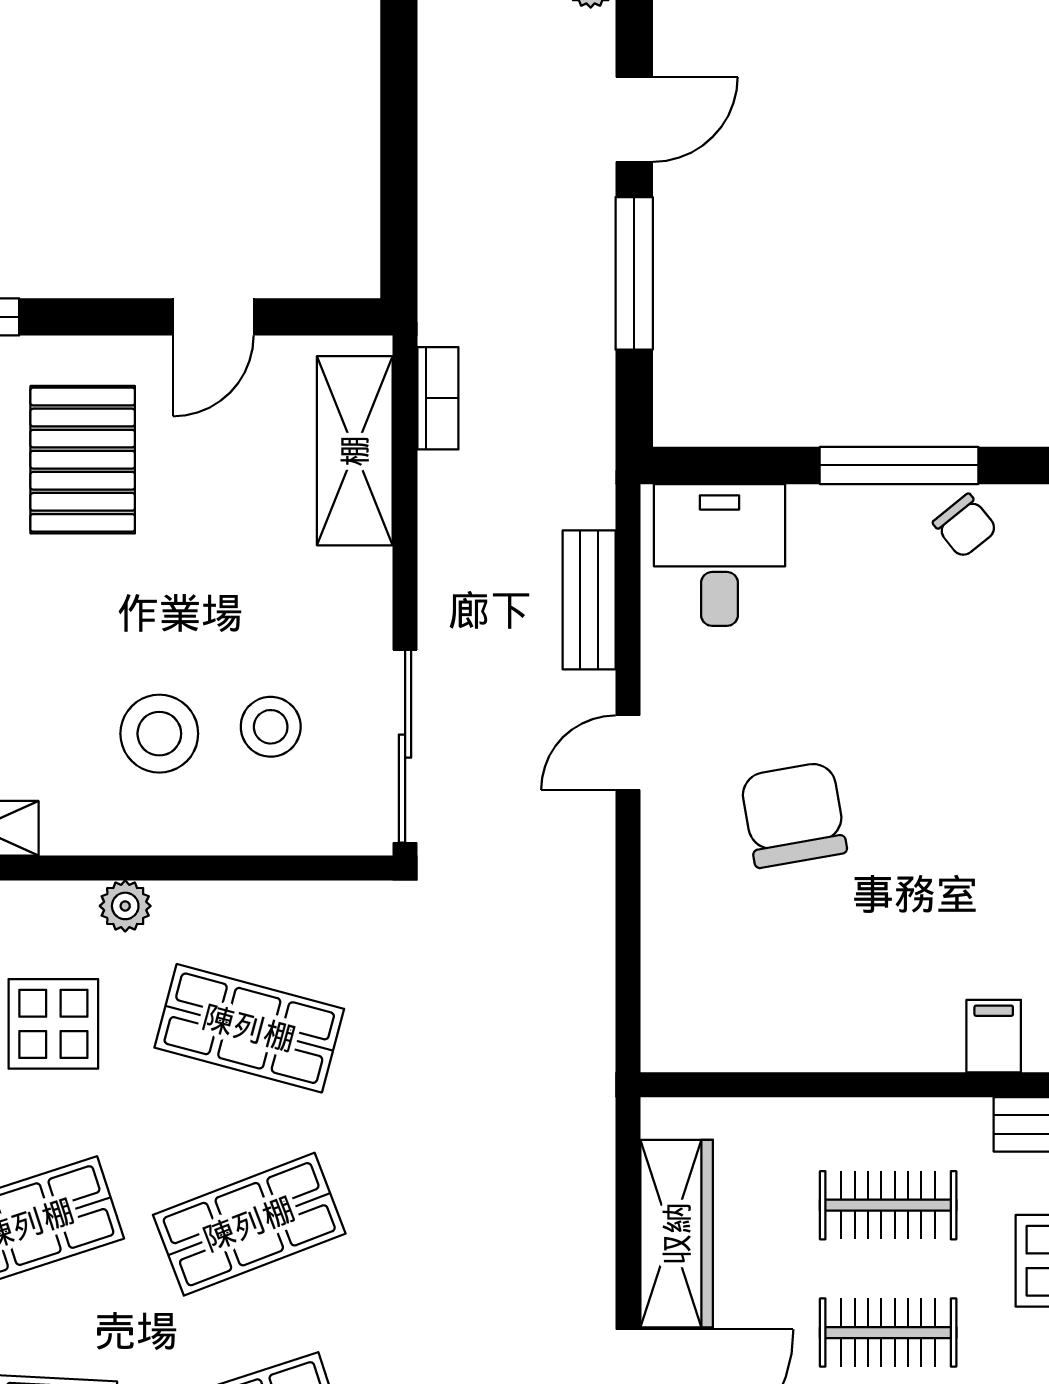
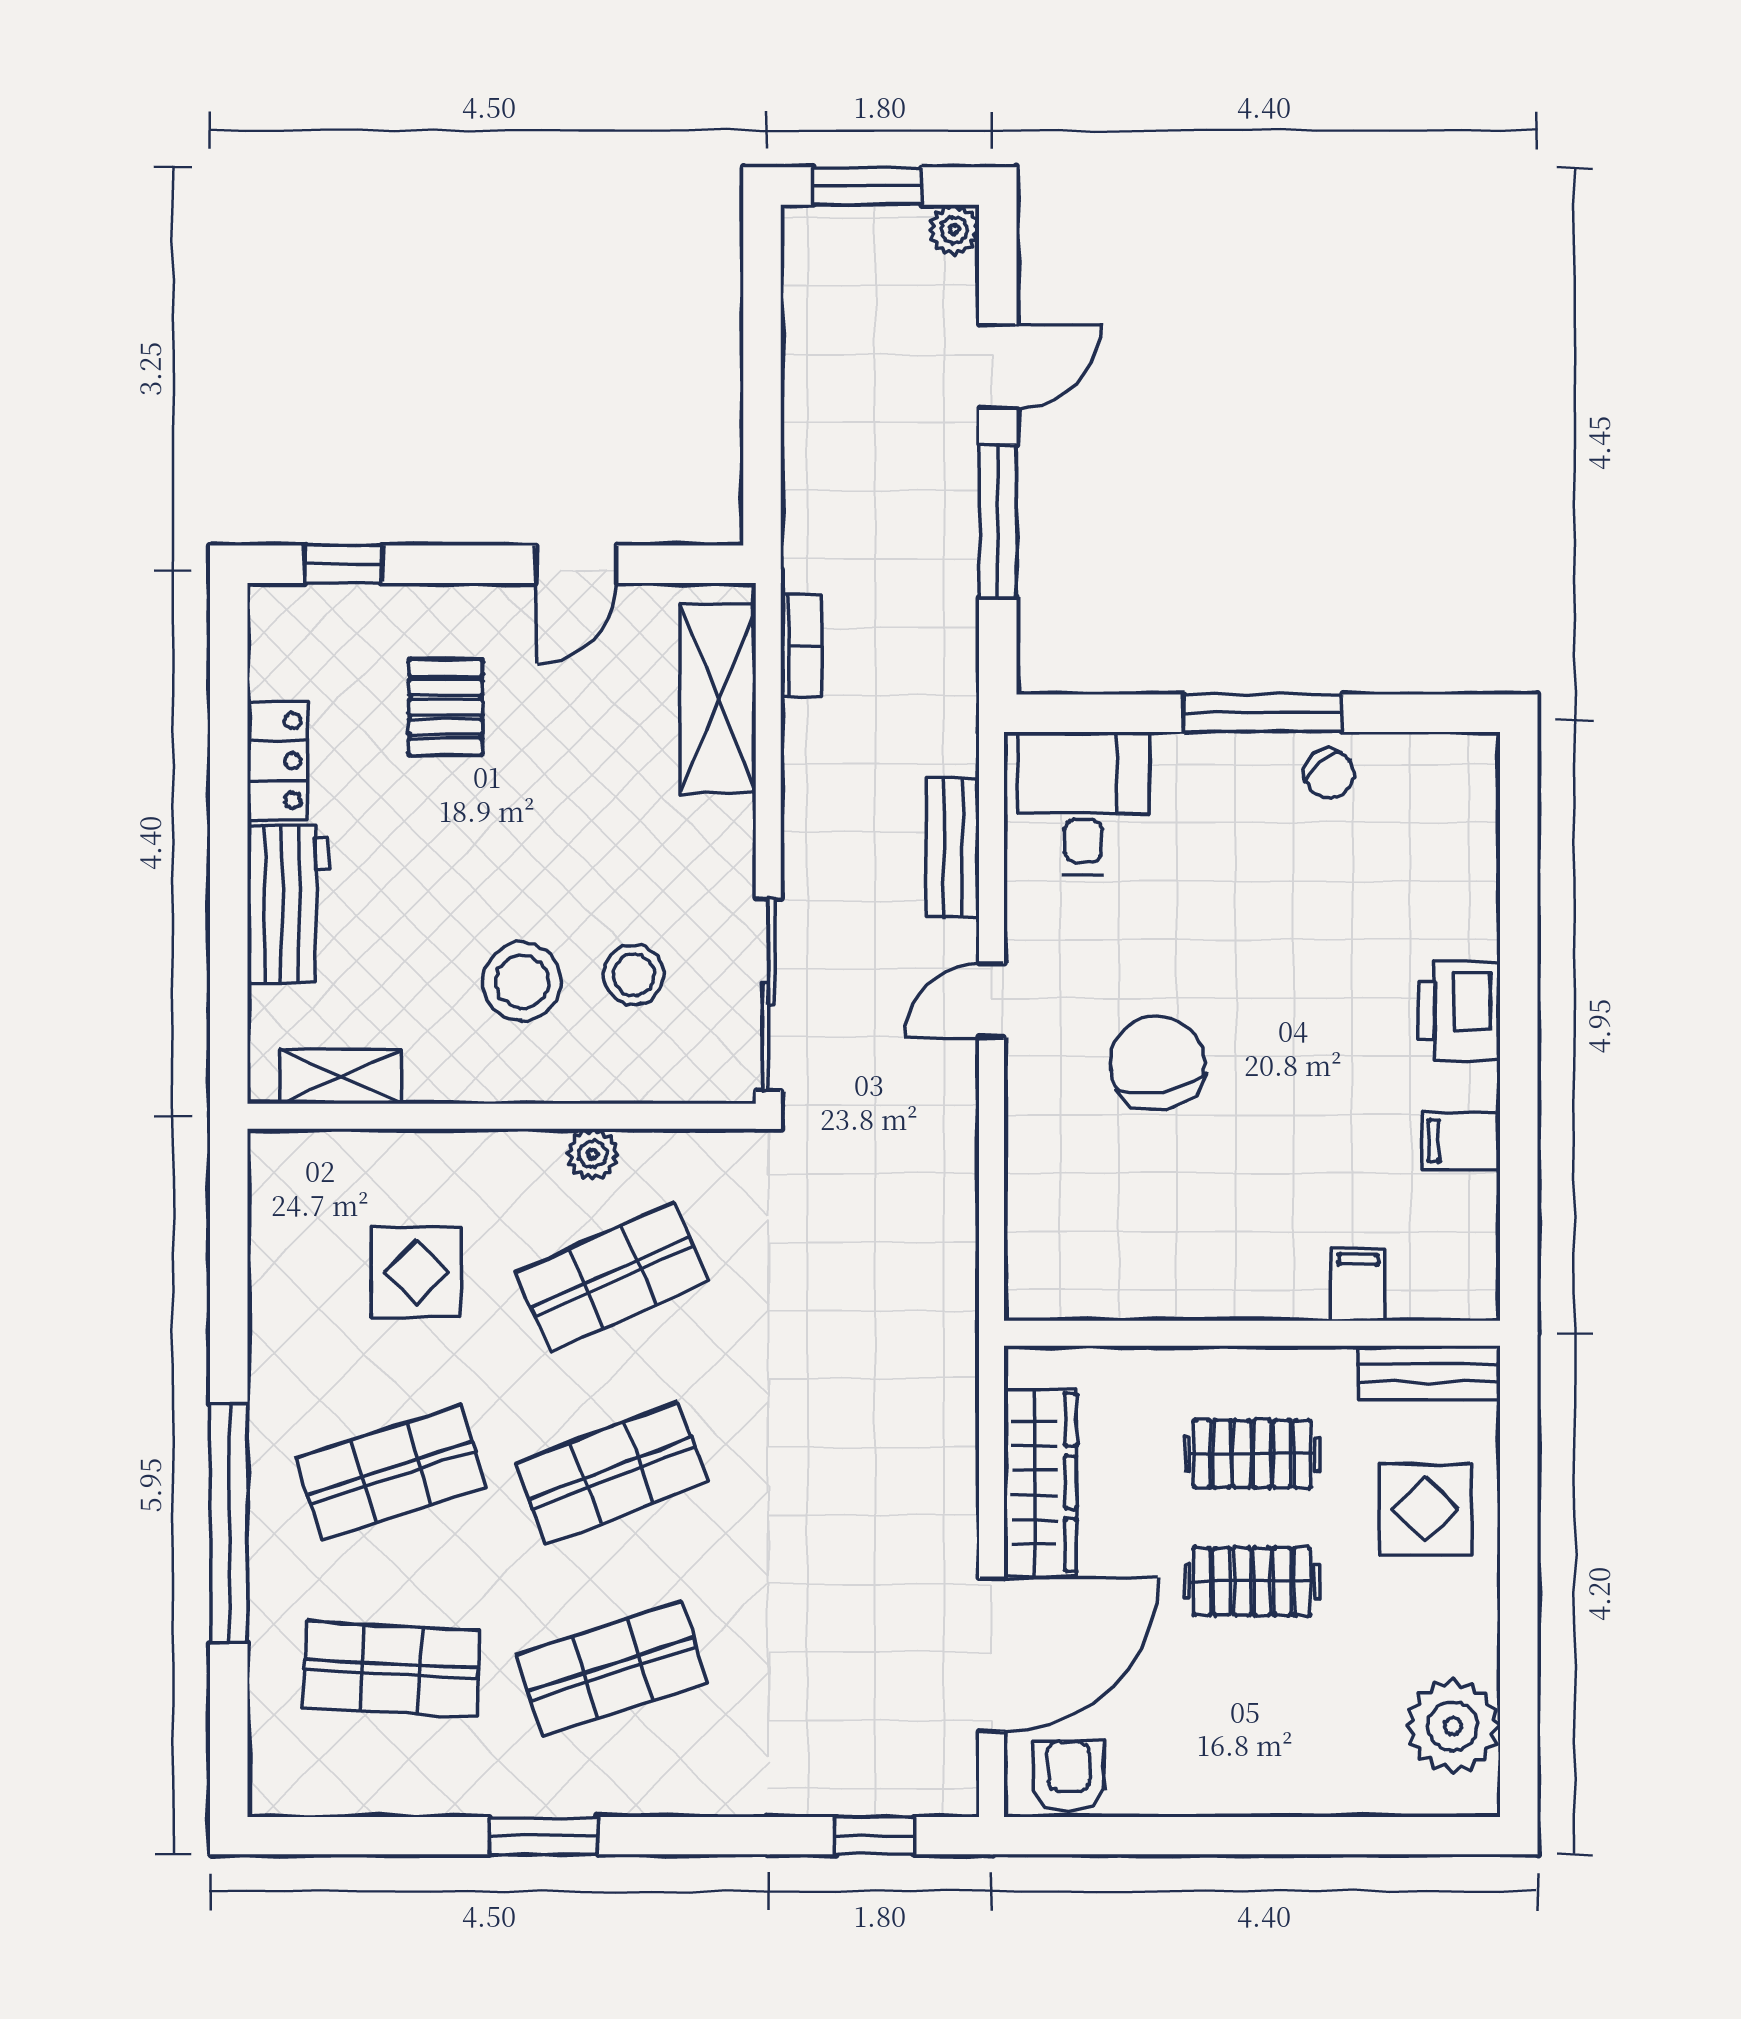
pallet: (83, 460) -> (446, 707), width x0.67, depth x0.71
plant: (125, 906) -> (593, 1154), moved
shop shelf: (249, 1028) -> (612, 1277), turned -39

